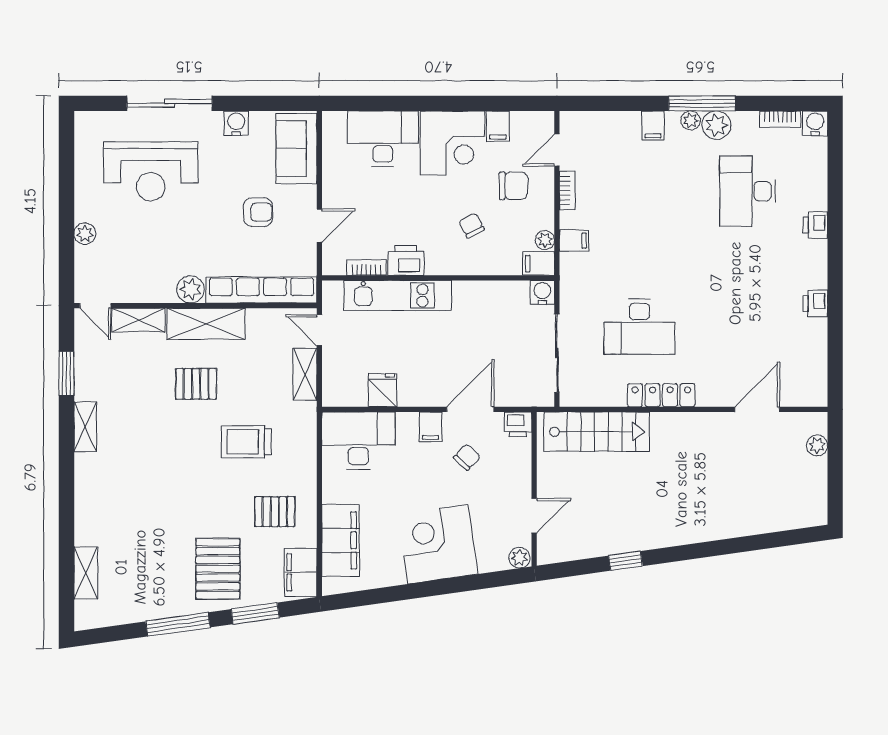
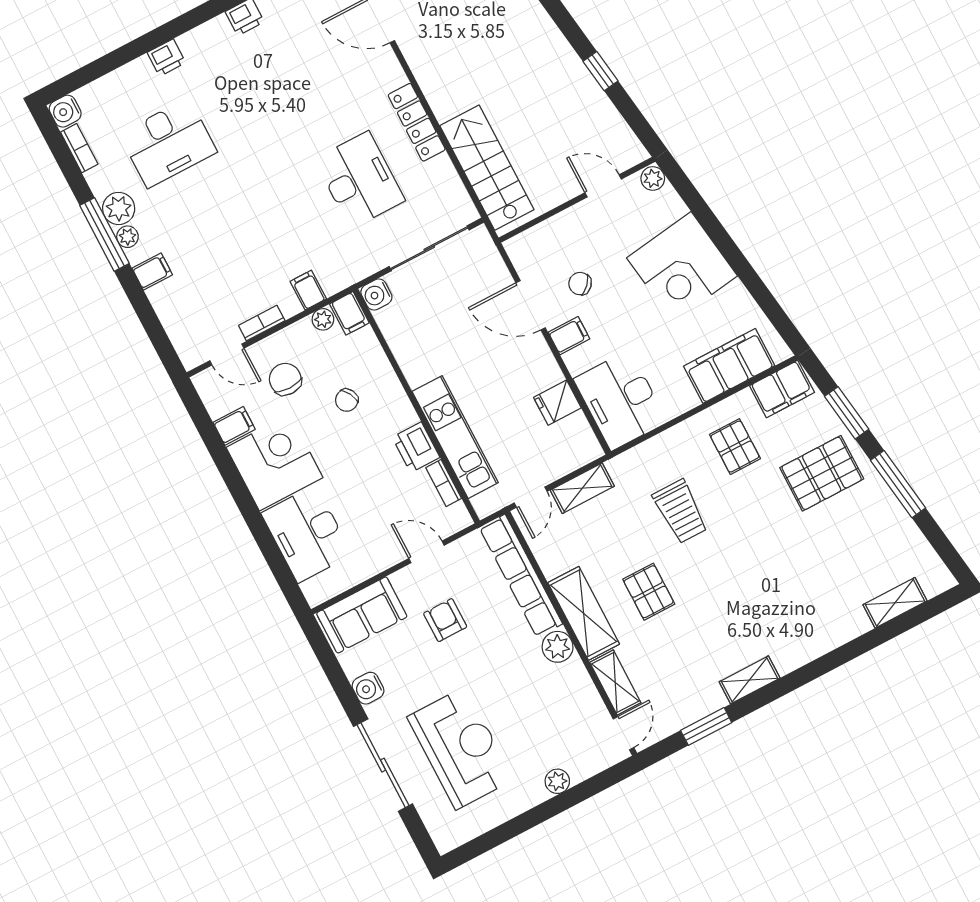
printer: (518, 424) -> (521, 250), removed

